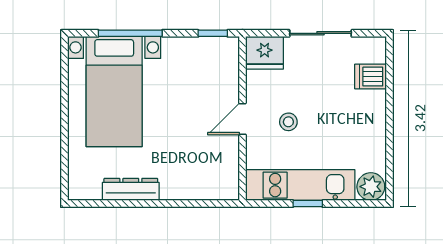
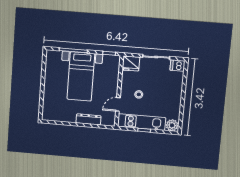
dishwasher: (371, 77) -> (178, 66), moved
bed with nightstands: (114, 92) -> (81, 76), moved
door: (242, 119) -> (118, 104), moved
dresser: (131, 189) -> (89, 119), moved

